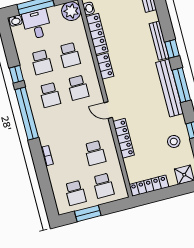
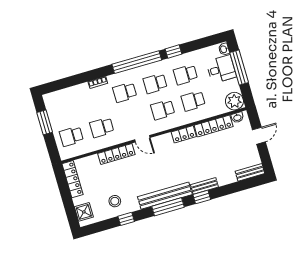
bench: (159, 41) -> (204, 186), width x0.73
door: (108, 110) -> (142, 139), swing flipped
school desk: (75, 193) -> (125, 92), moved

